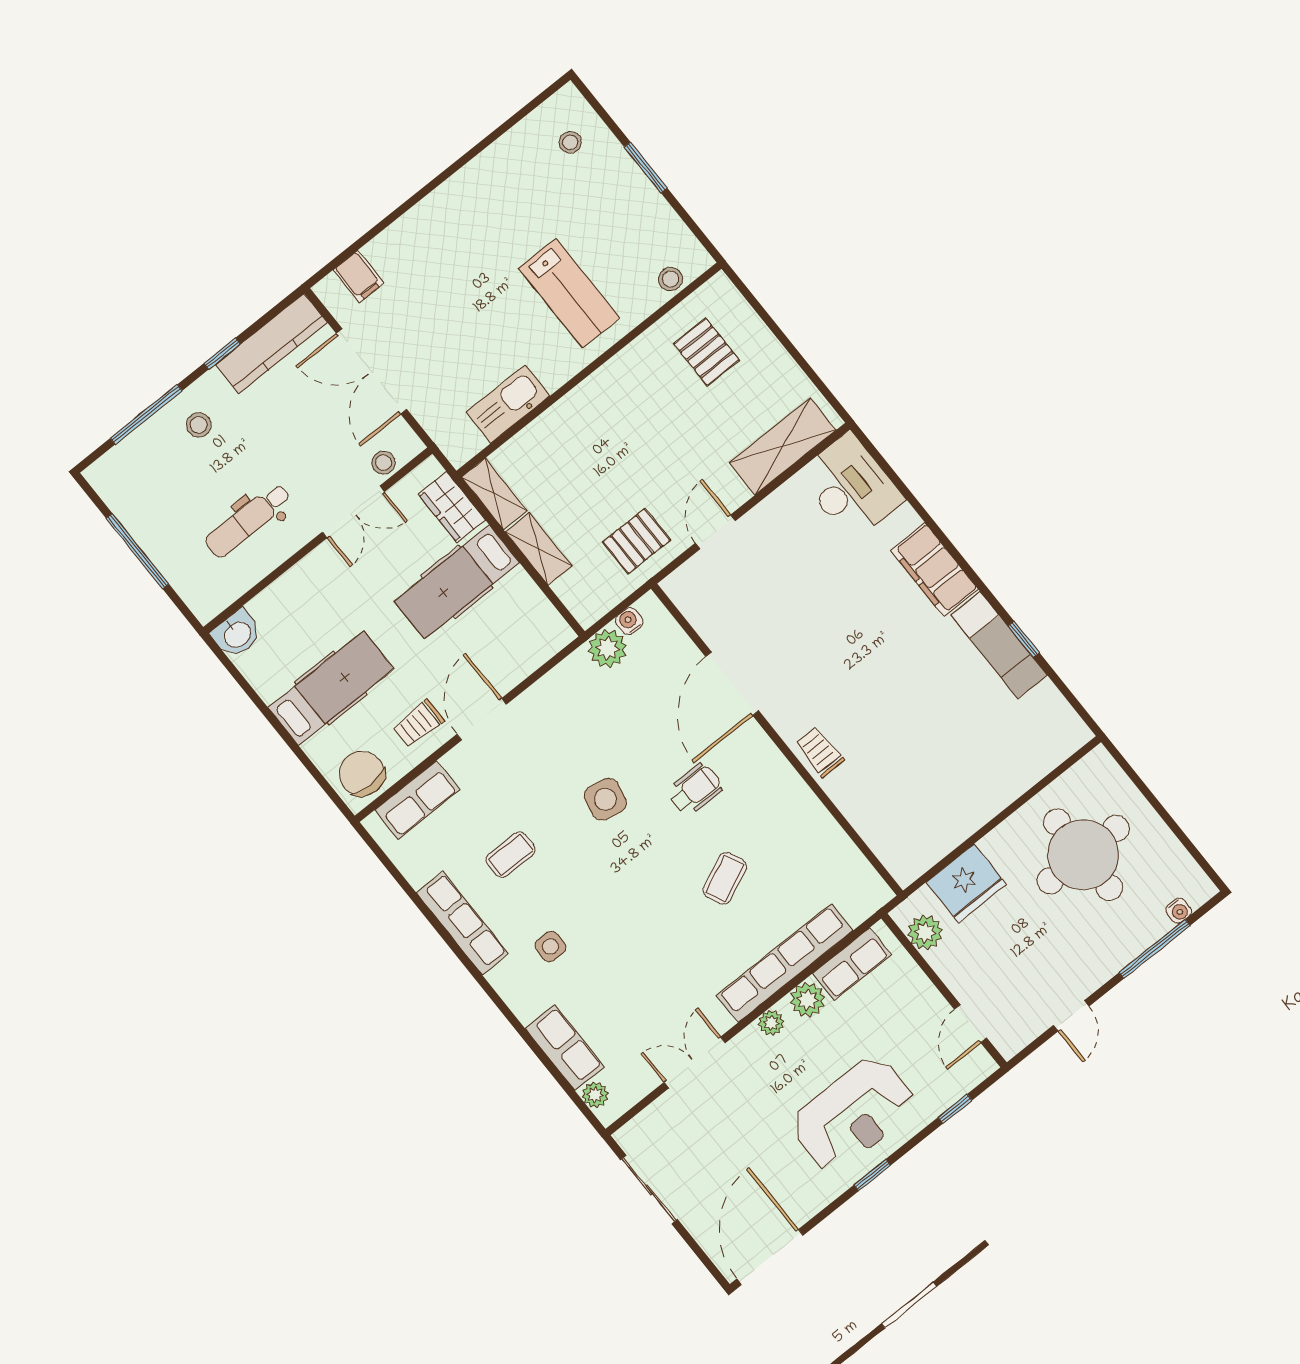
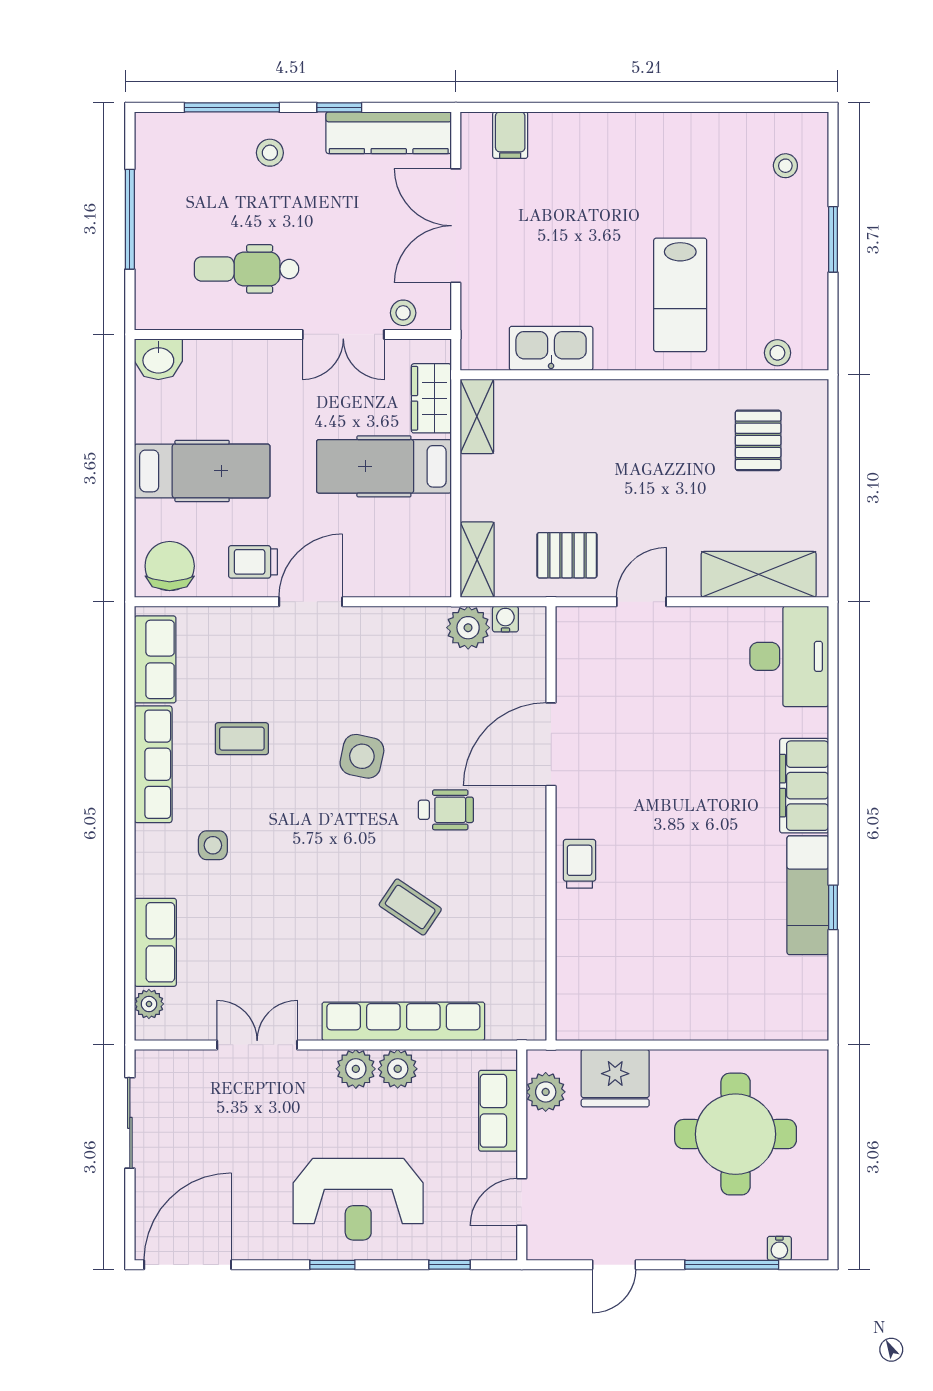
shelving: (539, 549) -> (477, 560), moved
row of seats: (417, 800) -> (155, 659), moved, turned -90
coffee table: (725, 878) -> (410, 907), turned 58
row of seats: (852, 964) -> (498, 1111), moved, turned 90
plant: (771, 1023) -> (356, 1069), width x1.38, depth x1.38

